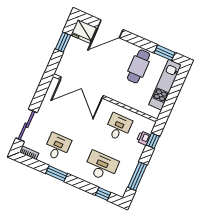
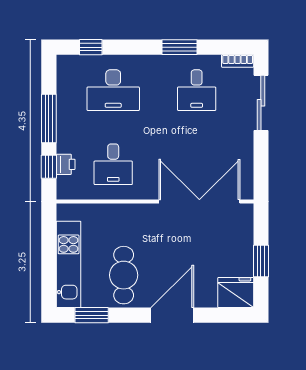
door: (110, 29) -> (172, 315), moved
window: (137, 176) -> (49, 118), moved

